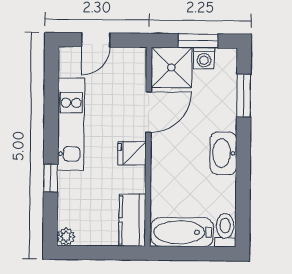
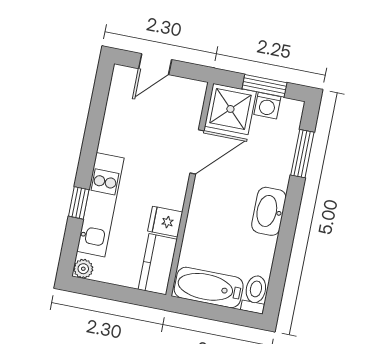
kitchen unit: (71, 124) -> (100, 205), moved
fridge: (132, 153) -> (165, 222), moved

